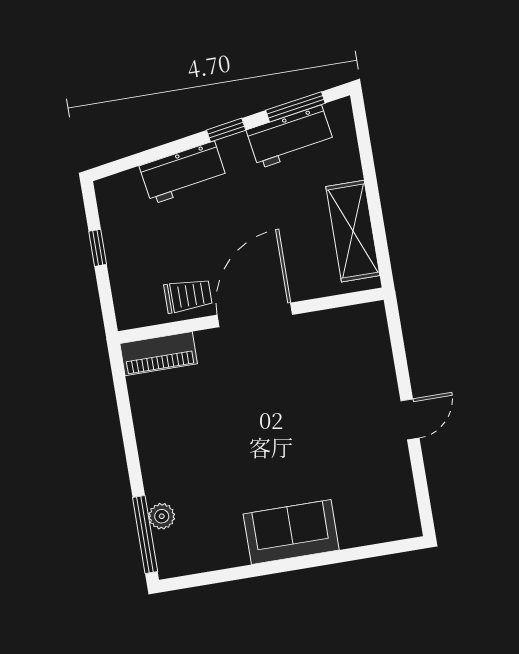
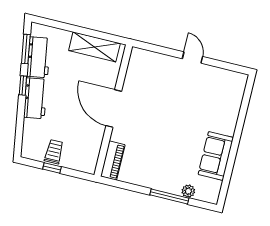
workbench: (183, 173) -> (35, 98), moved
trolley: (188, 296) -> (54, 152), moved
sofa: (291, 532) -> (216, 156), moved
window: (145, 534) -> (169, 197), moved

